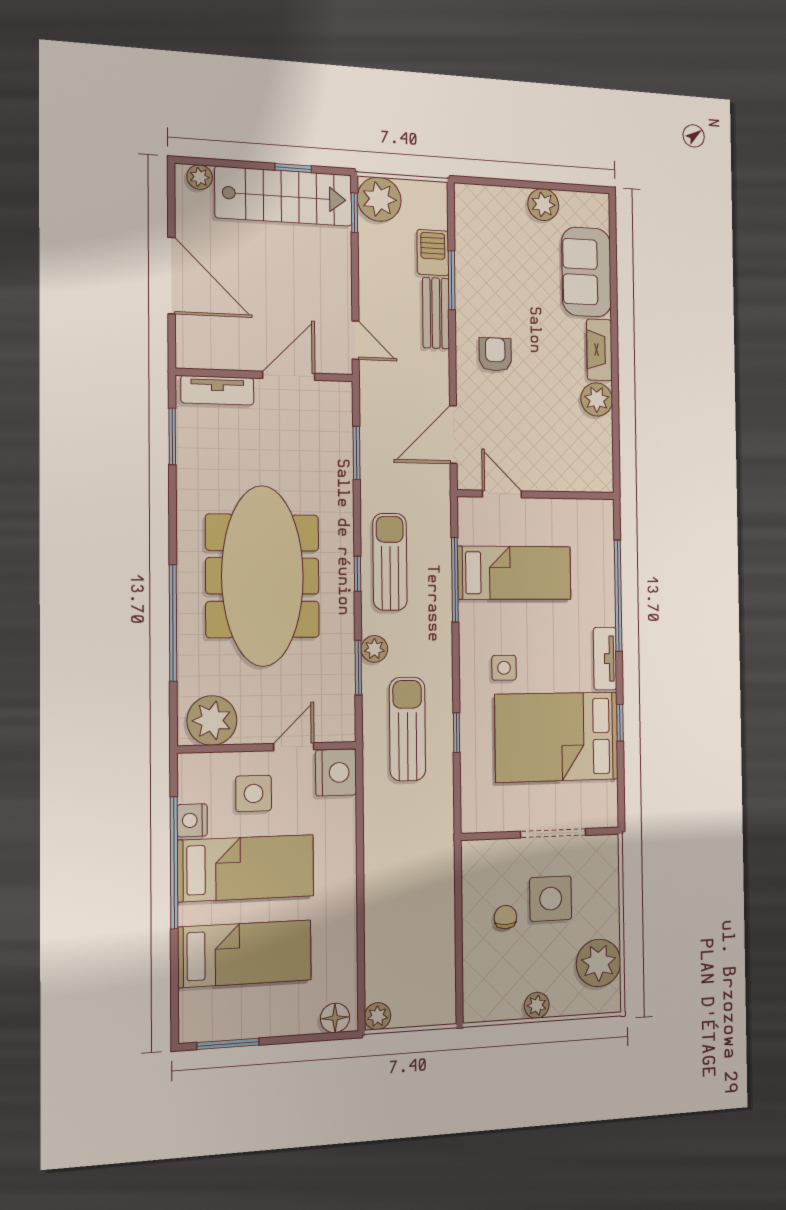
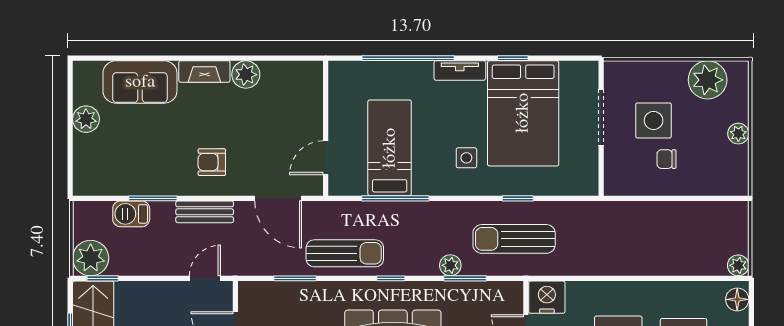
bench: (436, 313) -> (205, 212), moved
sun lounger: (390, 562) -> (345, 253), moved, turned 180

